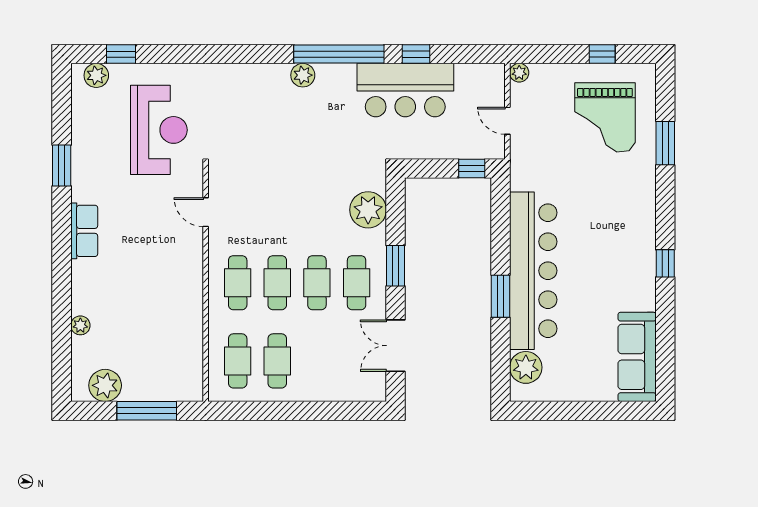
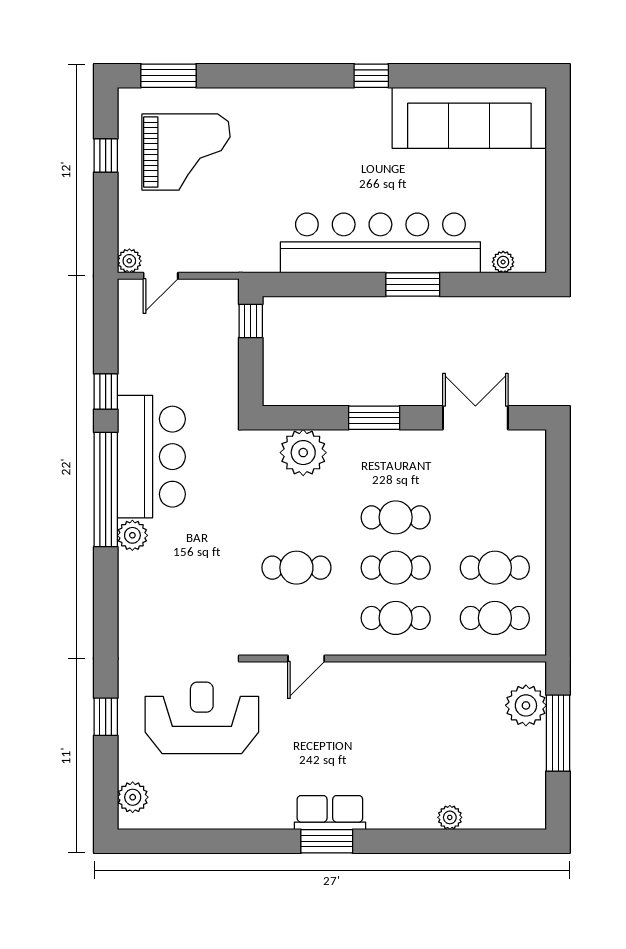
window: (121, 54) -> (106, 717), moved
bar counter: (405, 90) -> (151, 457), moved
door: (507, 121) -> (161, 276), moved
window: (665, 143) -> (169, 76), moved
window: (62, 166) -> (327, 841), moved
cafe table: (357, 283) -> (296, 568), moved
double door: (395, 346) -> (475, 418), swing flipped
sofa: (637, 357) -> (469, 118), width x1.36, depth x1.27
plant: (526, 367) -> (503, 262), width x0.53, depth x0.53
plant: (105, 385) -> (526, 705), moved

